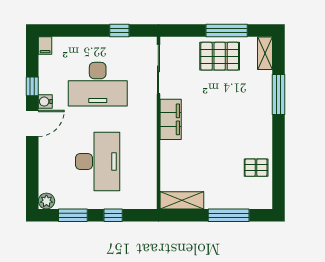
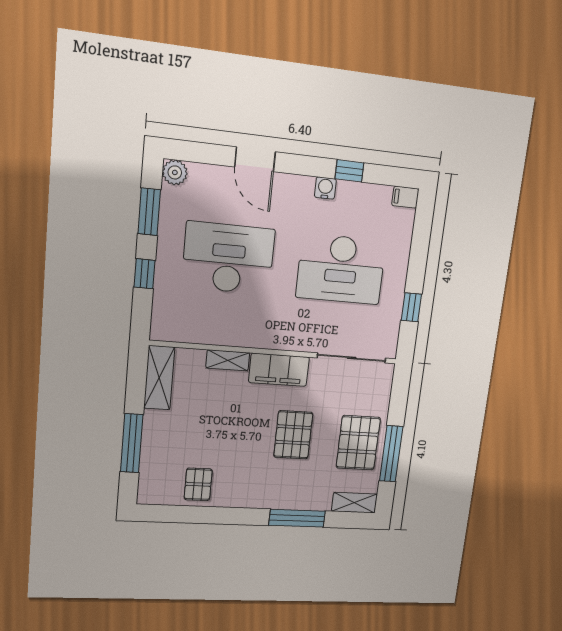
desk: (98, 84) -> (341, 269), turned -90
pallet: (216, 104) -> (293, 435), added
door: (32, 123) -> (255, 159), moved
shelving: (167, 155) -> (228, 360), added
desk: (98, 161) -> (228, 258), turned 180

